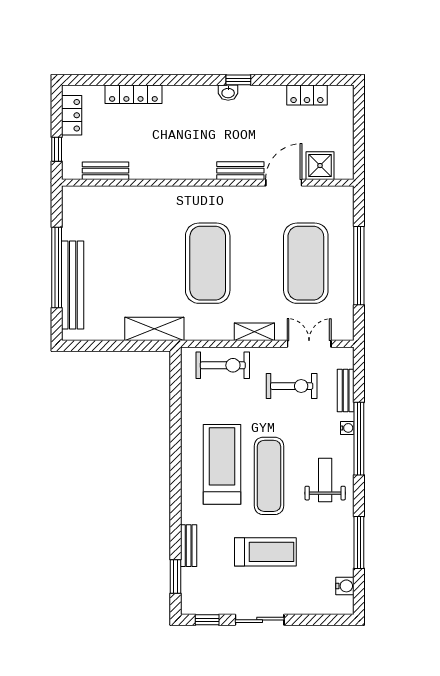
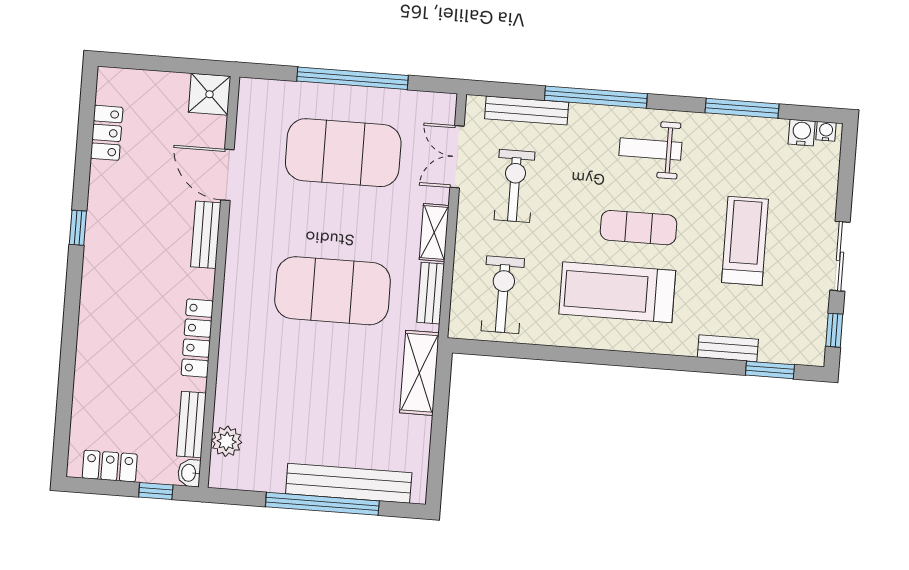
washbasin: (228, 93) -> (189, 473), moved, turned 180
locker: (133, 94) -> (197, 338), moved, turned 180
shower: (320, 166) -> (210, 94), moved
plant: (96, 196) -> (227, 441), added
bench: (211, 333) -> (431, 293), added
exercise bike: (223, 365) -> (503, 295), moved
bench: (346, 391) -> (527, 110), width x1.36
water cooler: (347, 428) -> (826, 131), moved
exercise mat: (269, 476) -> (639, 228), width x0.73, depth x0.69

